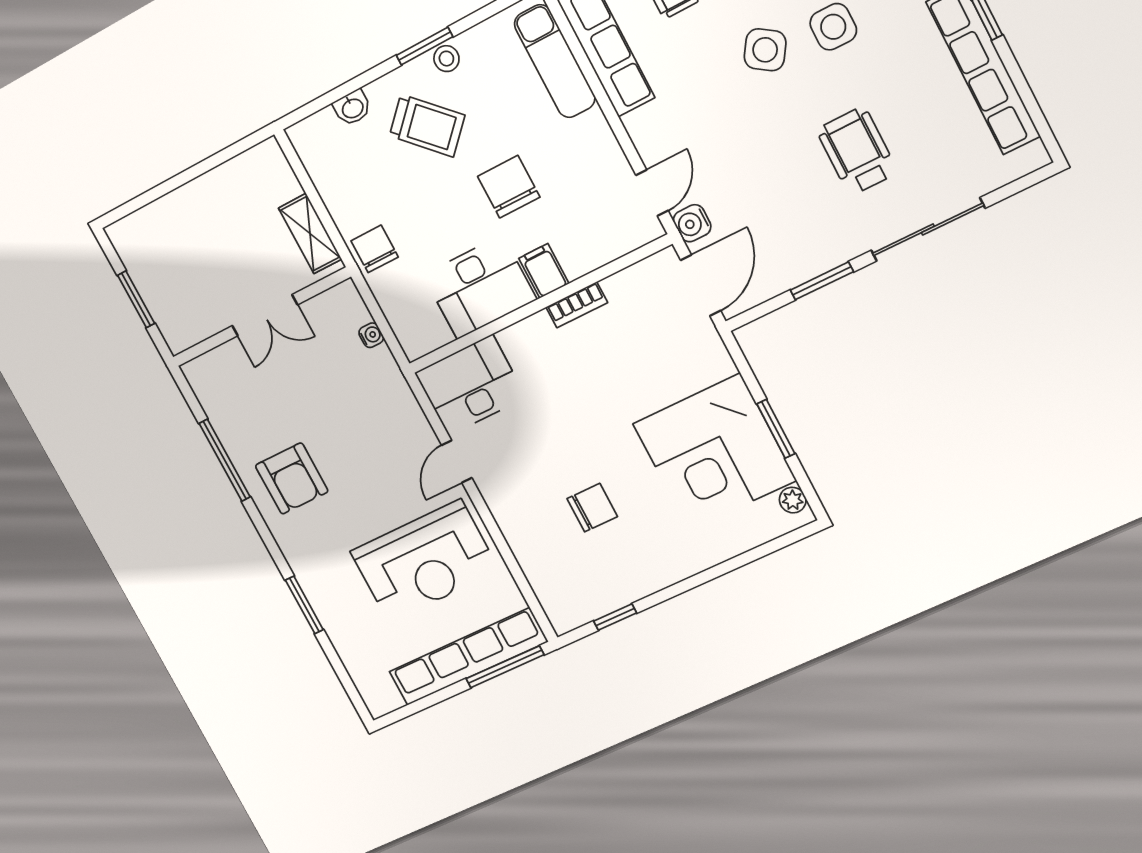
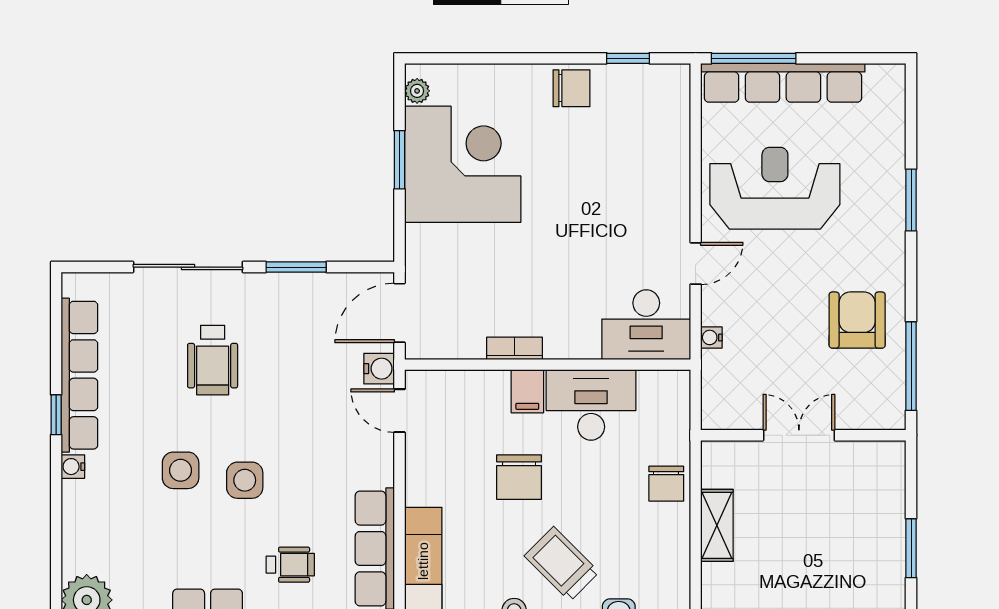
side table: (765, 50) -> (245, 480), turned -34
door: (652, 193) -> (399, 411), hinge flipped
double door: (265, 315) -> (799, 435), moved
wall: (261, 317) -> (803, 435), moved
water cooler: (371, 335) -> (711, 337), moved
chair: (592, 508) -> (572, 88), moved, turned 180

